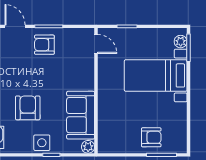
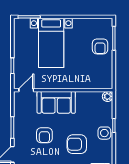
plant: (181, 42) -> (24, 23), removed
armchair: (44, 45) -> (44, 135), moved
sofa: (81, 115) -> (56, 102), moved
armchair: (151, 137) -> (100, 46), turned 180

